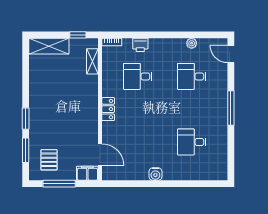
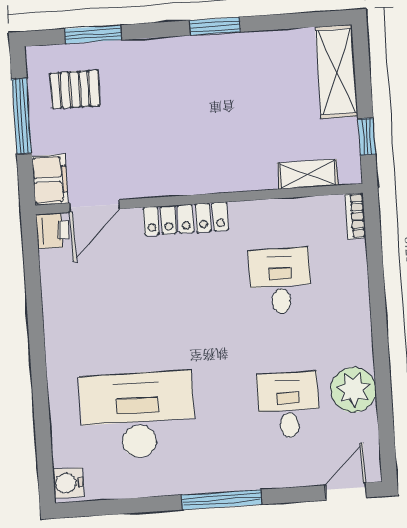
plant: (192, 43) -> (353, 390), width x1.87, depth x1.87
printer: (140, 45) -> (53, 231), moved, turned 180
locker: (108, 109) -> (186, 219), width x1.53
window: (26, 119) -> (215, 26), moved
desk: (192, 142) -> (138, 415), width x1.87, depth x1.30
water cooler: (155, 174) -> (68, 483), moved

